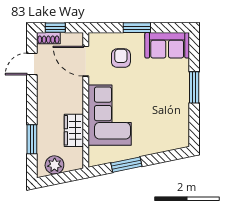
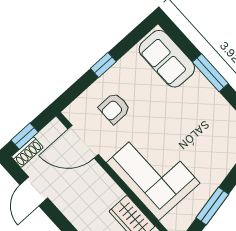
window: (137, 28) -> (103, 65), width x0.67
sofa: (167, 45) -> (167, 59), moved, turned 90
armchair: (121, 58) -> (114, 108), turned -90

